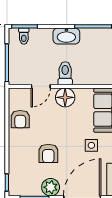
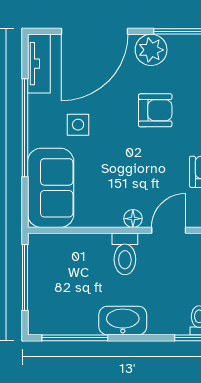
floor lamp: (65, 97) -> (133, 219), width x0.53, depth x0.53
armchair: (48, 153) -> (155, 110), turned 90

